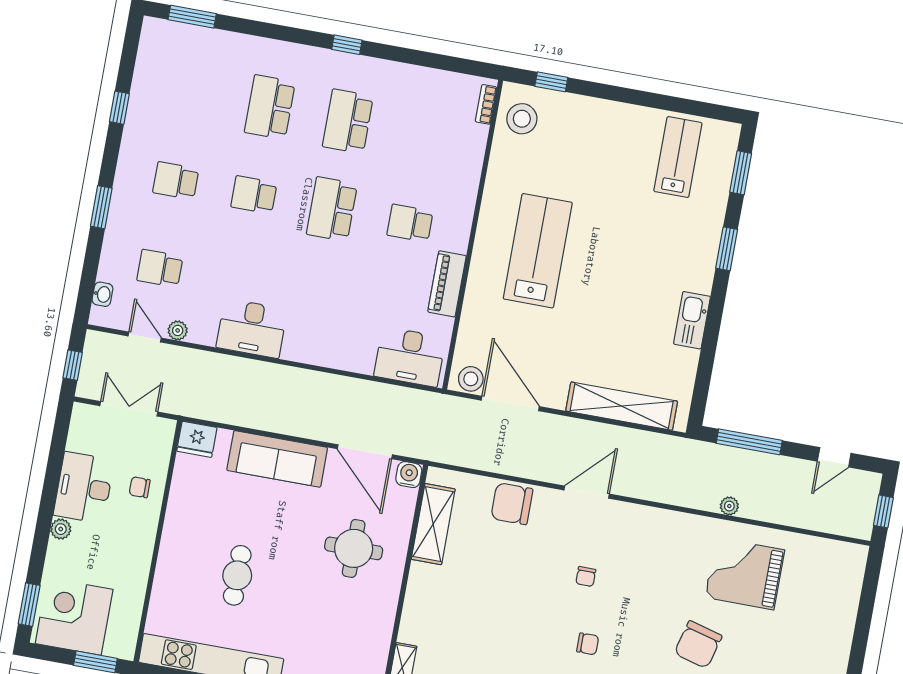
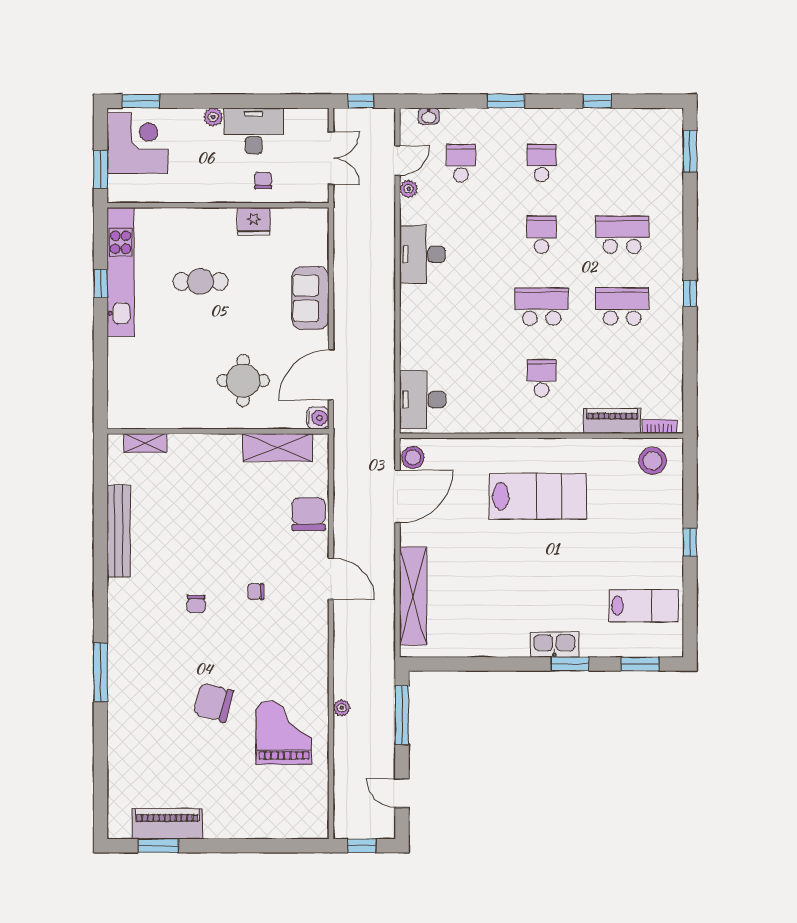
window: (551, 82) -> (690, 542), moved
piano: (447, 284) -> (612, 421), moved
kitchen sink: (692, 320) -> (554, 645), moved
fridge: (197, 439) -> (254, 221), moved, turned -90
sofa: (277, 459) -> (310, 298), width x0.73

